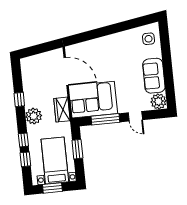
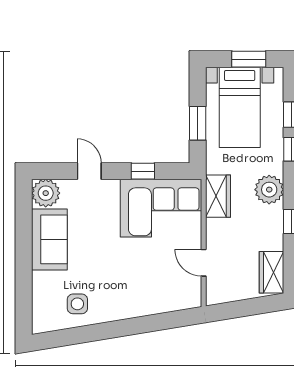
side table: (149, 39) -> (77, 304), moved
wardrobe: (28, 70) -> (272, 272), added
door: (66, 71) -> (204, 263), width x0.53
window: (105, 119) -> (143, 171), width x0.46

